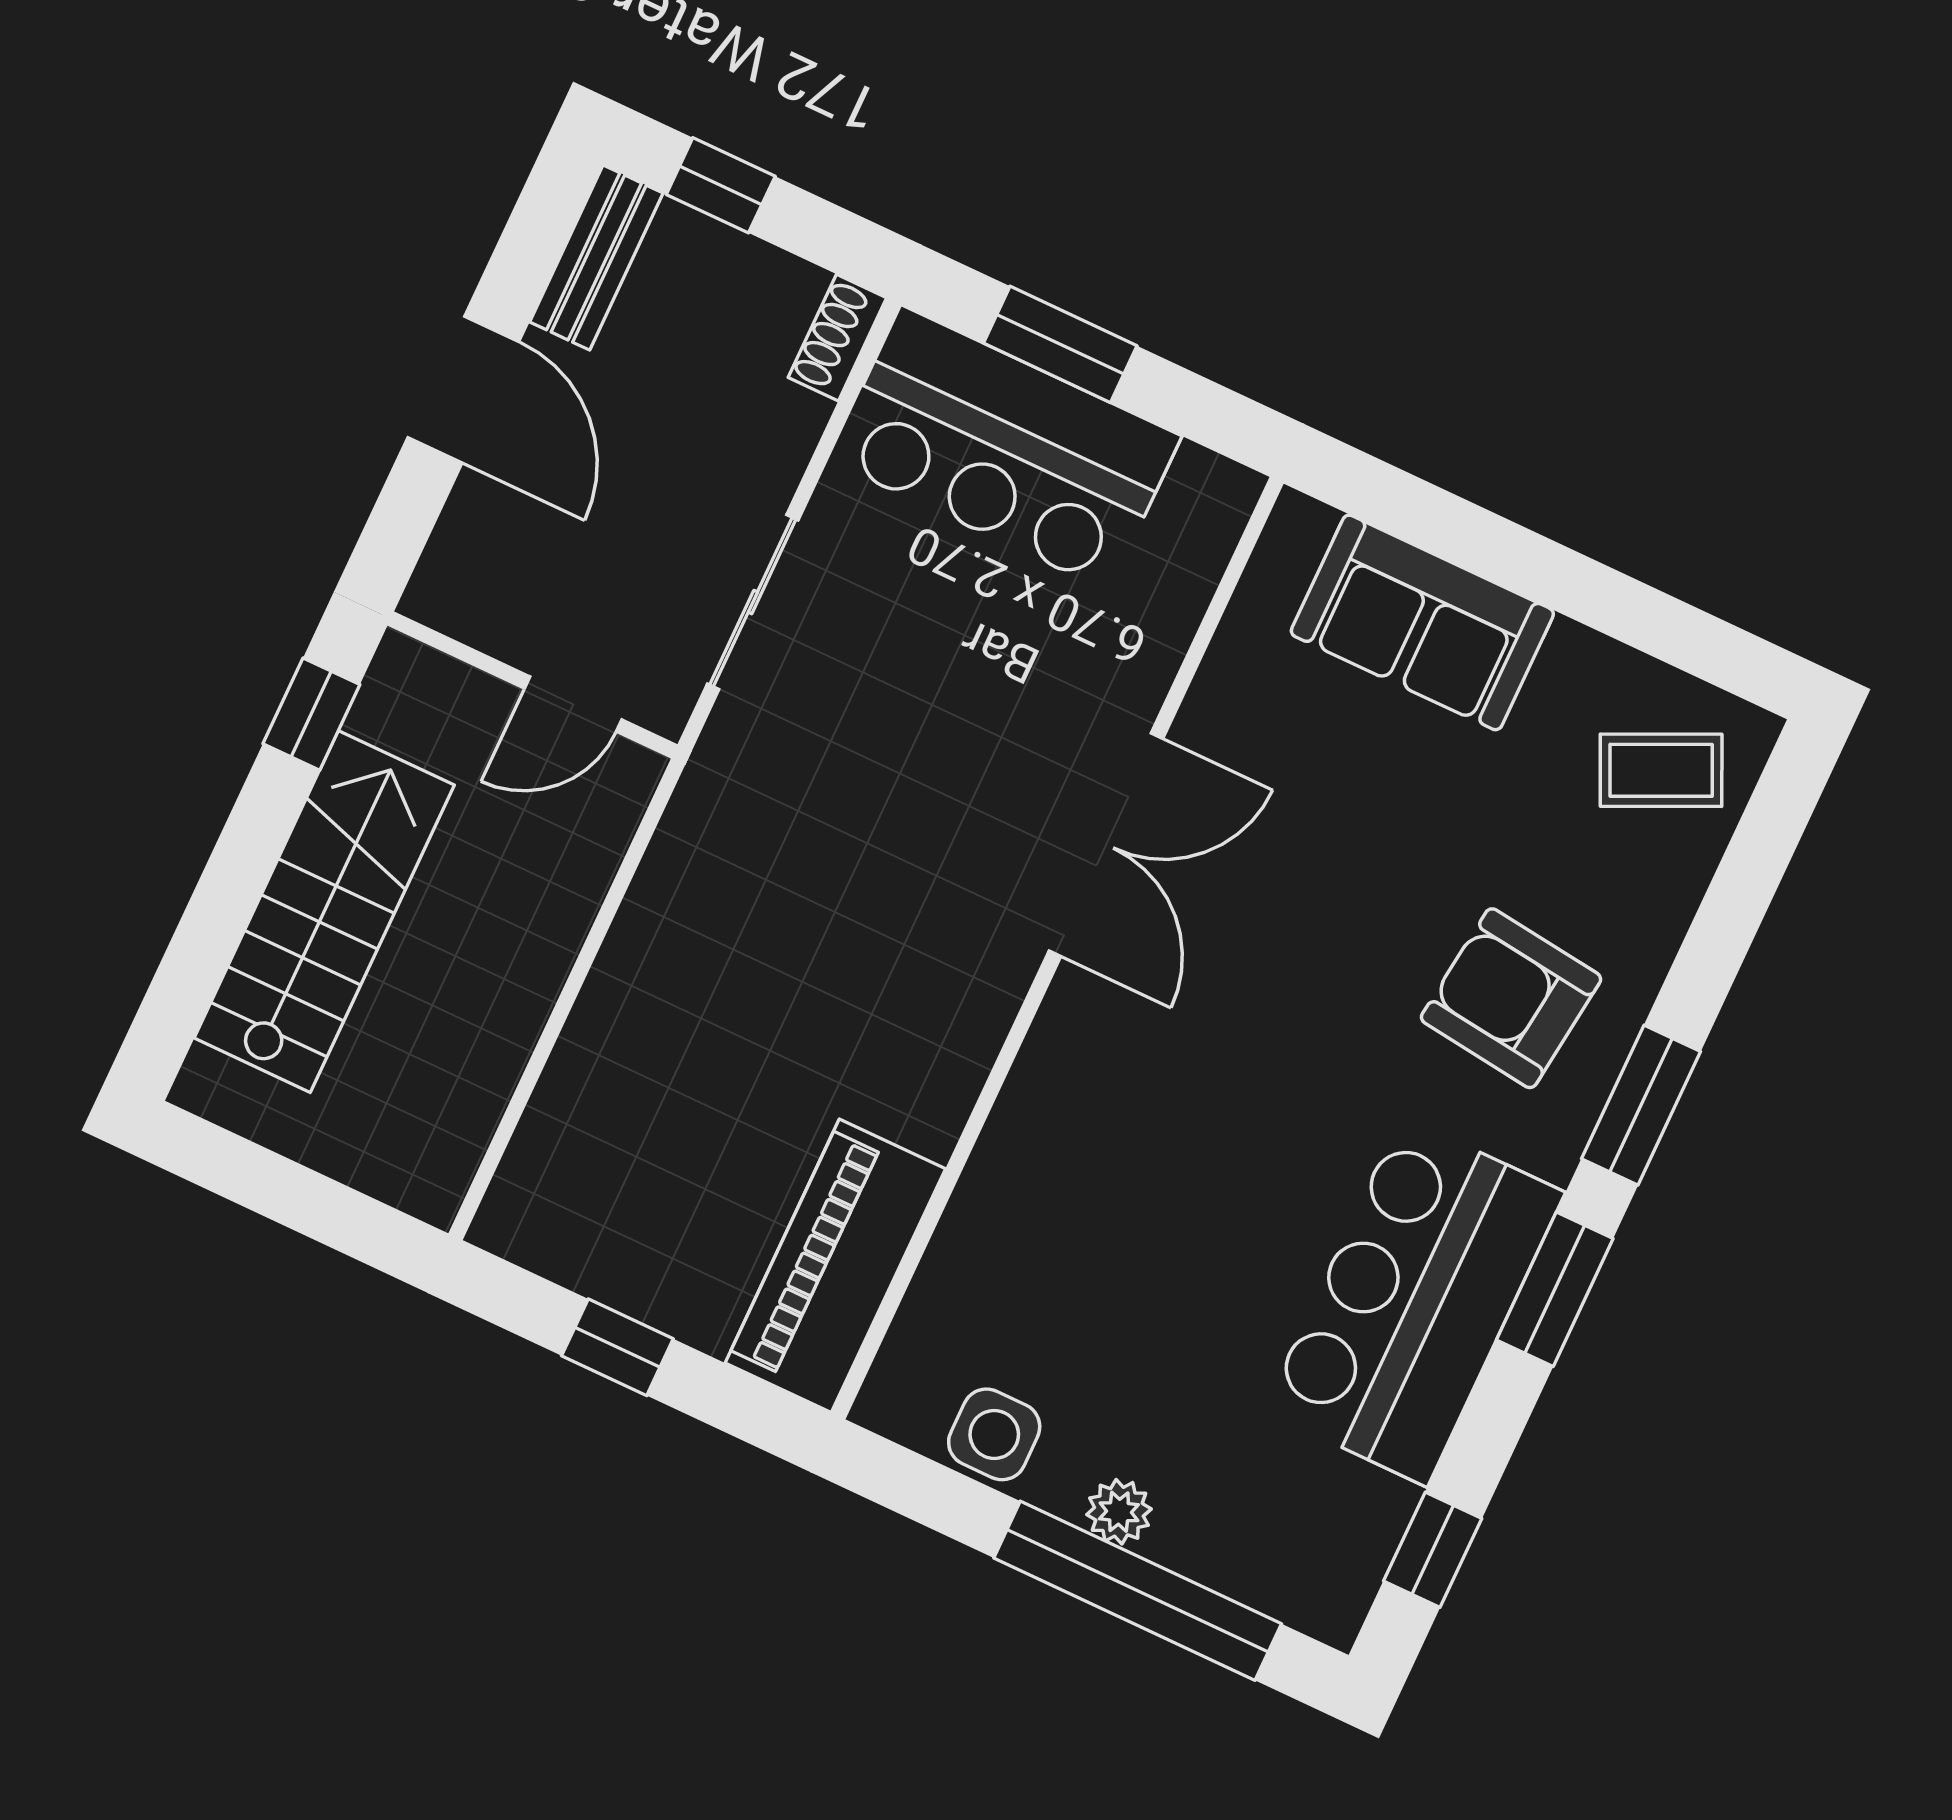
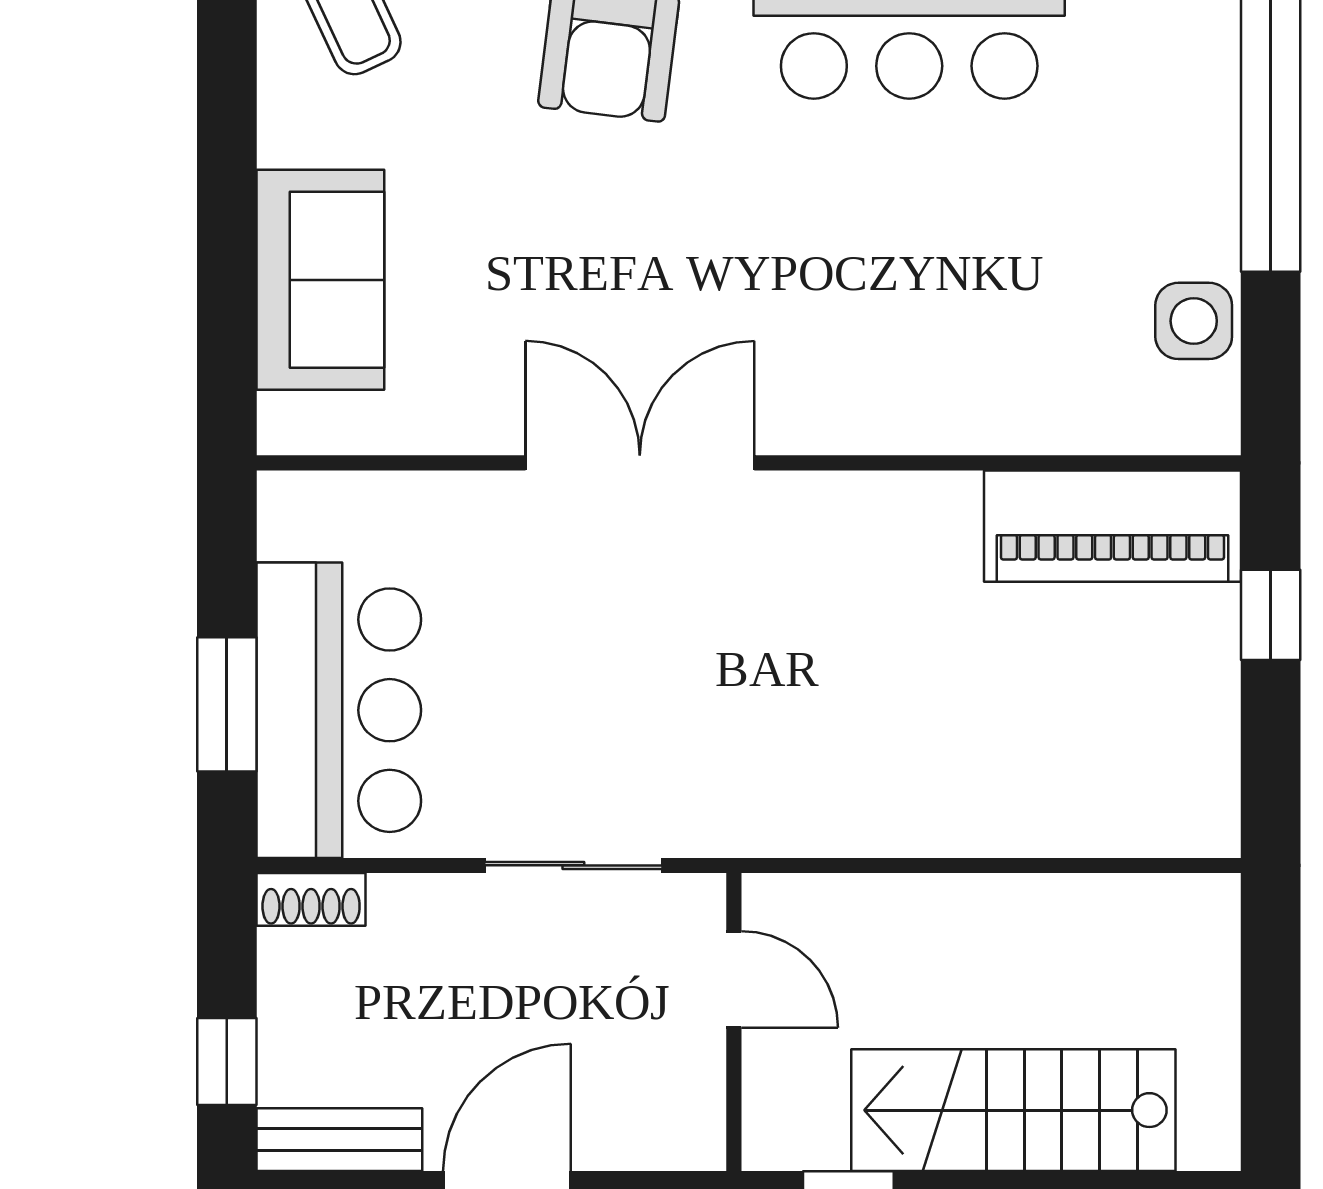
window: (617, 1347) -> (1271, 615), moved
plant: (1119, 1512) -> (1210, 182), removed

